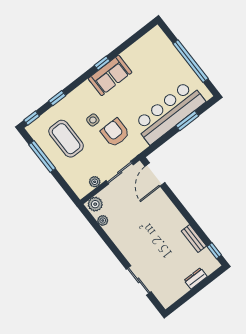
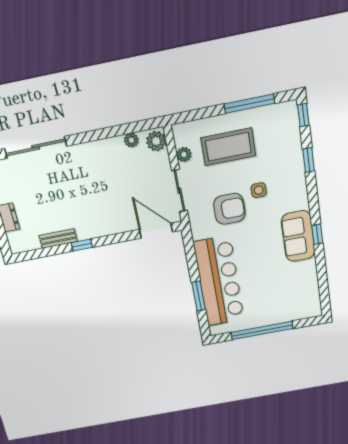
coffee table: (66, 139) -> (228, 147), moved
window: (214, 251) -> (82, 245), moved
sliding door: (139, 280) -> (36, 147), width x1.37

